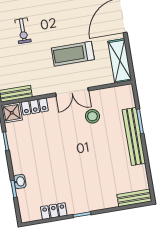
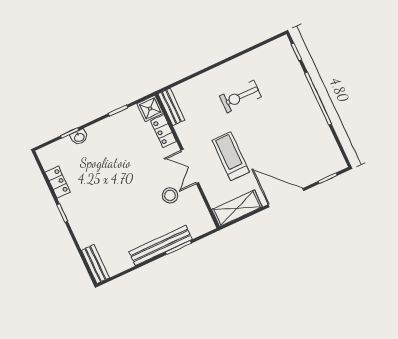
exercise bike: (23, 31) -> (240, 96), width x1.38, depth x1.39

